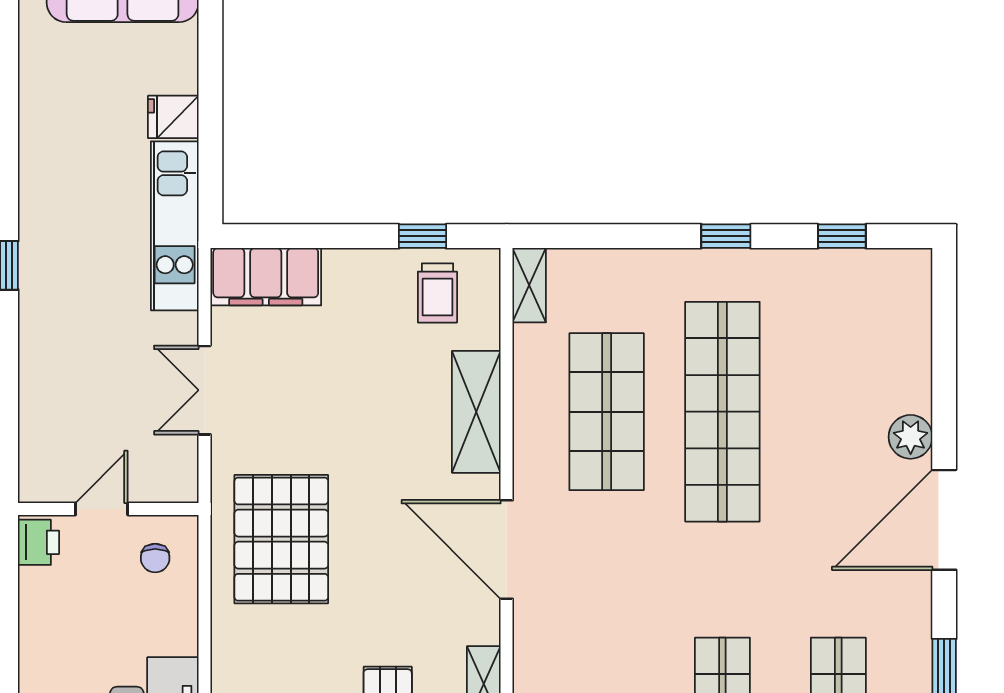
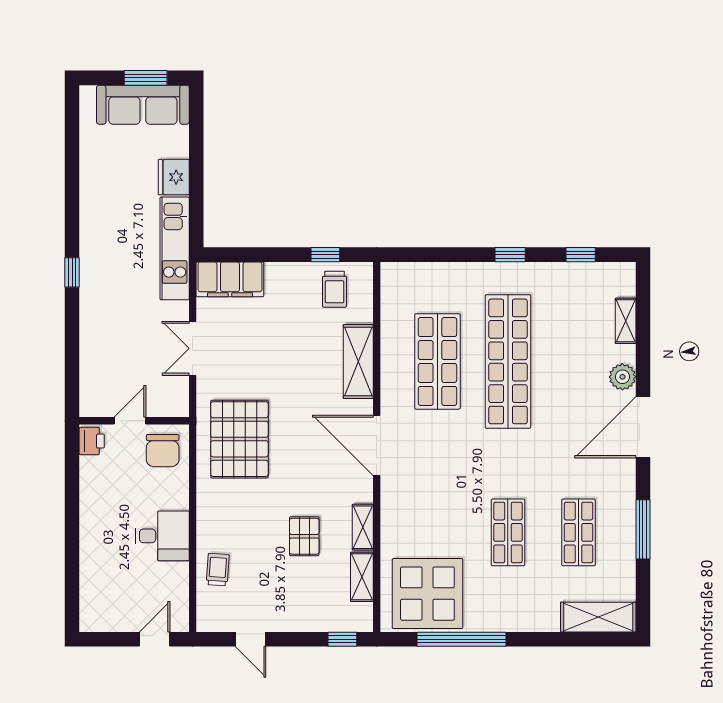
fridge: (173, 117) -> (174, 177), width x1.38
shelving: (529, 285) -> (626, 321), moved
chair: (155, 558) -> (163, 451), width x1.87, depth x1.87

